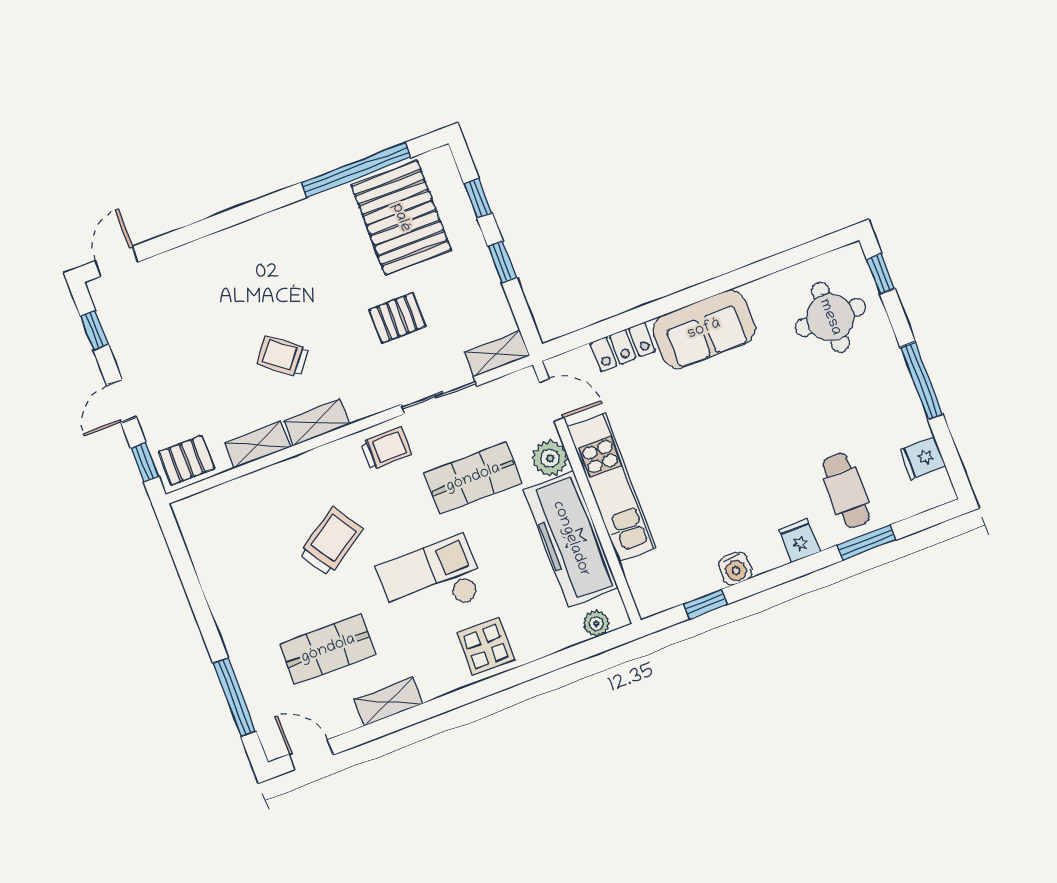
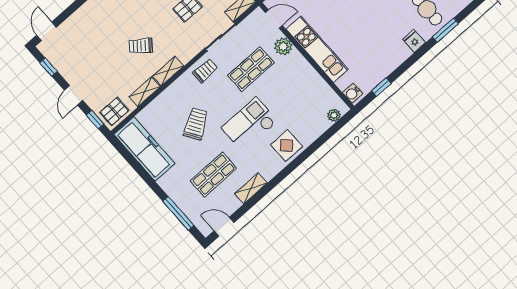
freezer: (571, 539) -> (144, 149), moved, turned 180
water cooler: (735, 569) -> (353, 93), moved, turned 90

